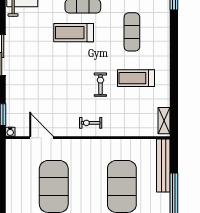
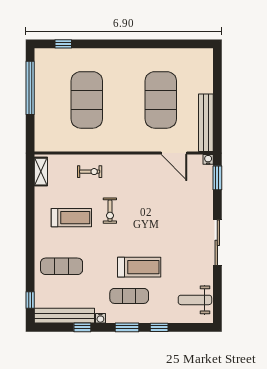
exercise mat: (132, 32) -> (62, 266), moved, turned 90
exercise bike: (91, 123) -> (90, 172), moved
bench: (163, 166) -> (206, 123), moved

